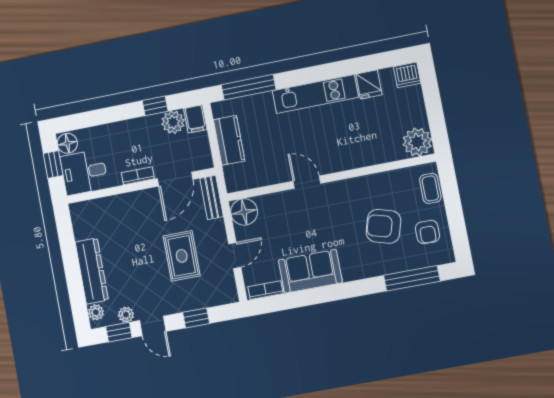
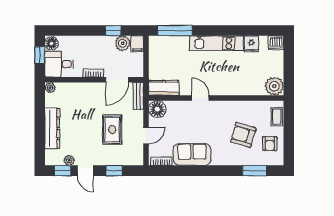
kitchen counter: (229, 140) -> (164, 88), moved, turned -90
window: (412, 278) -> (255, 171), width x0.69
plant: (96, 312) -> (50, 88), moved

